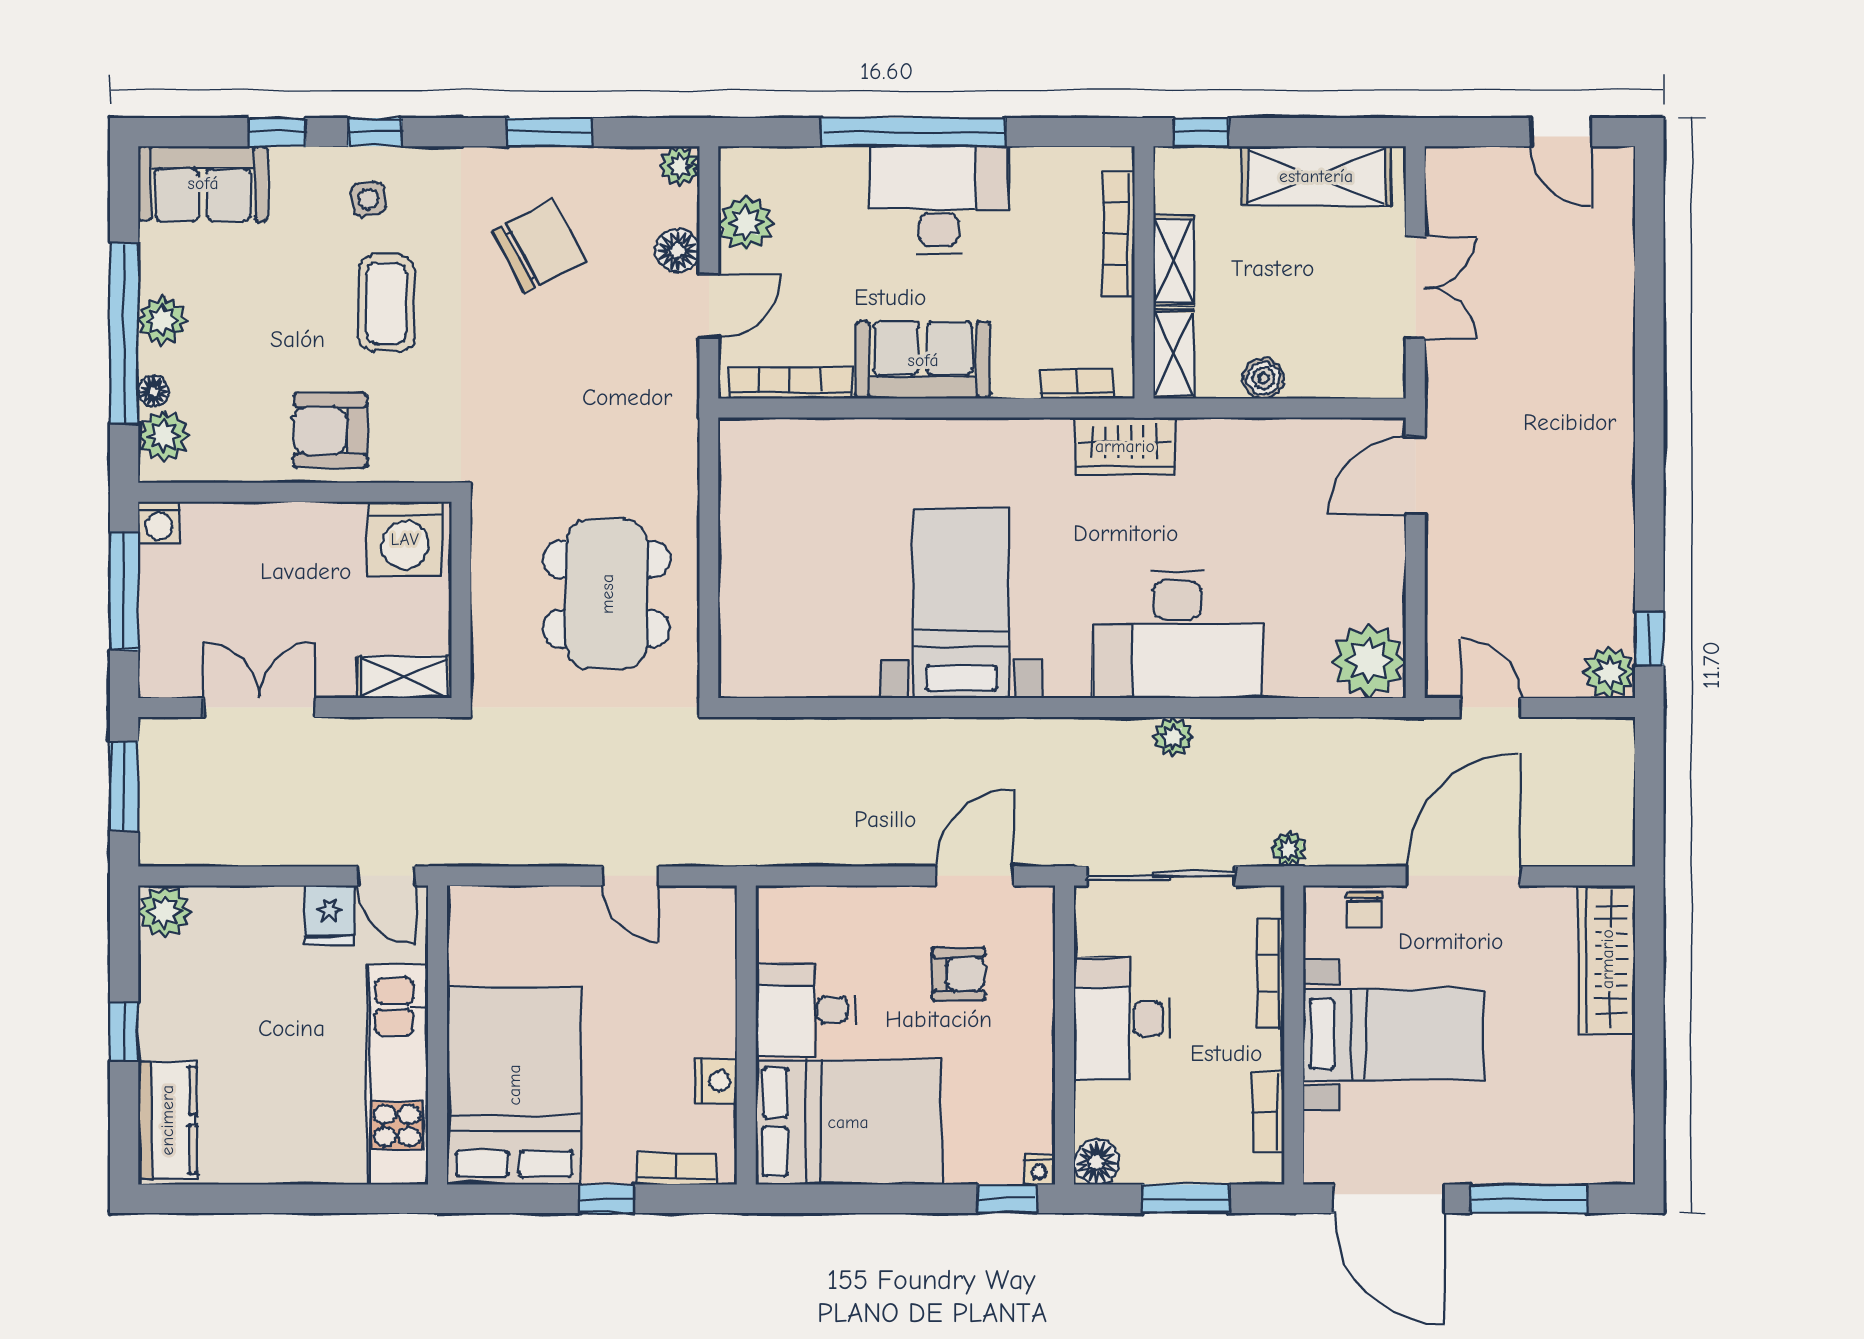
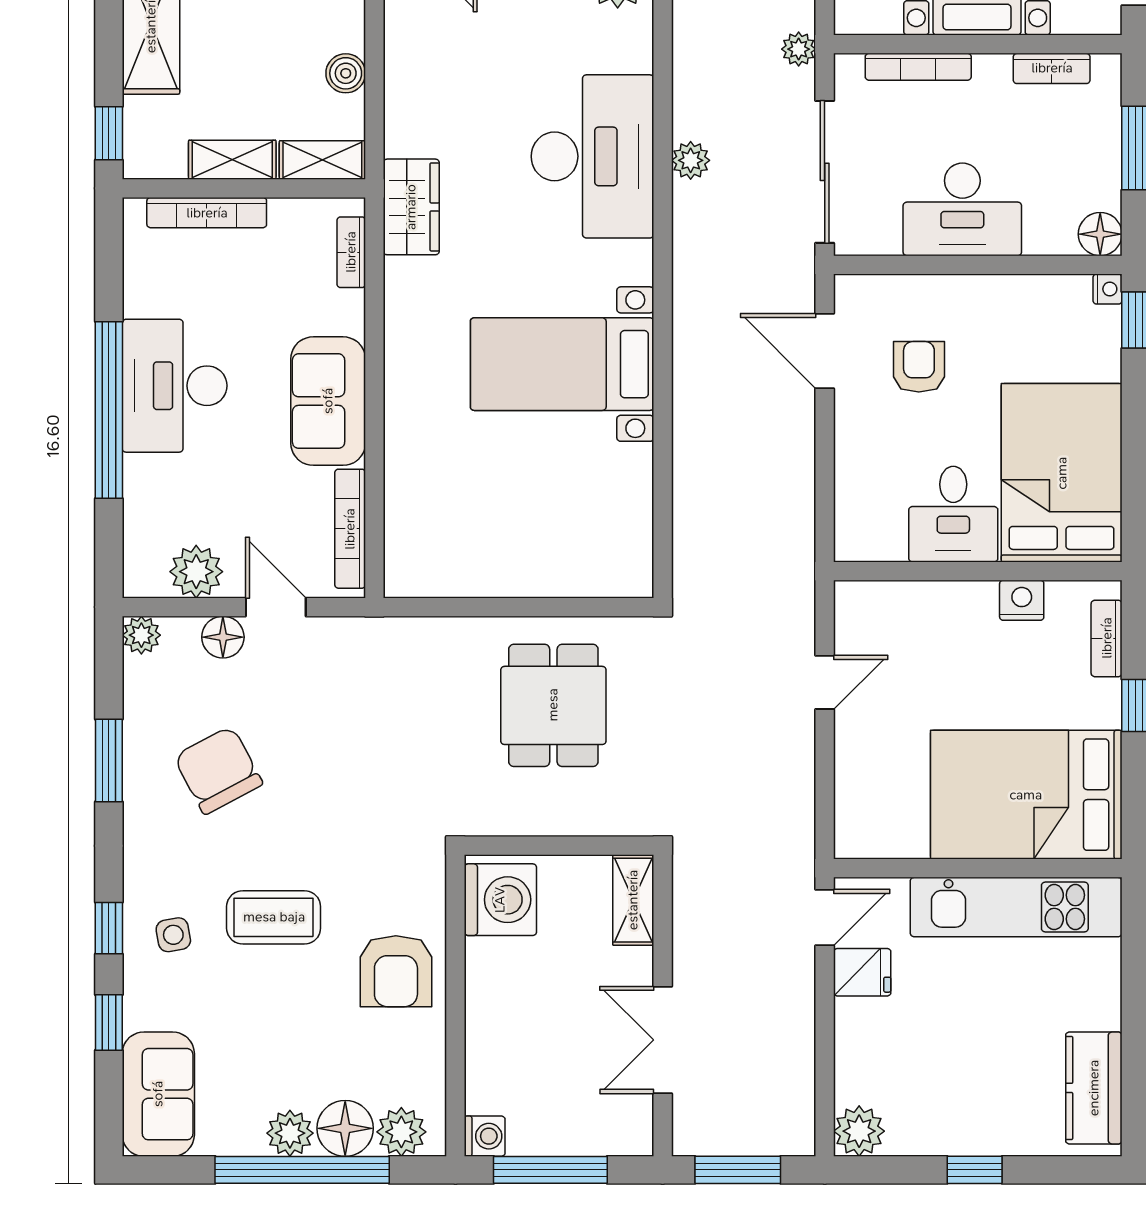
floor lamp: (154, 391) -> (345, 1128), width x1.89, depth x1.89
dining table: (607, 594) -> (553, 705), width x0.73
kitchen counter: (167, 1120) -> (1094, 1088), moved, turned -90

